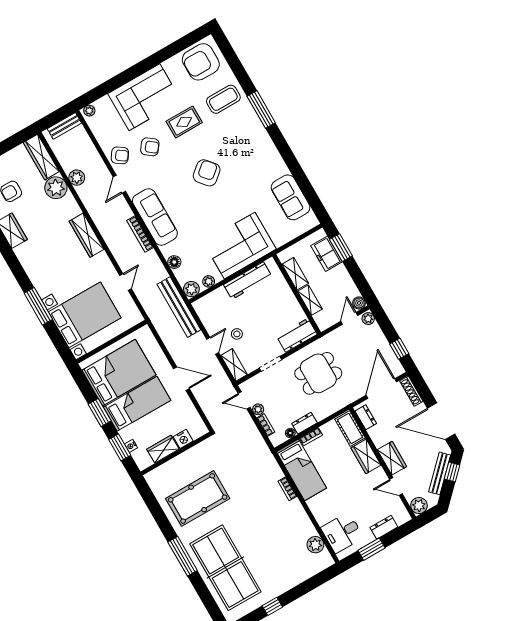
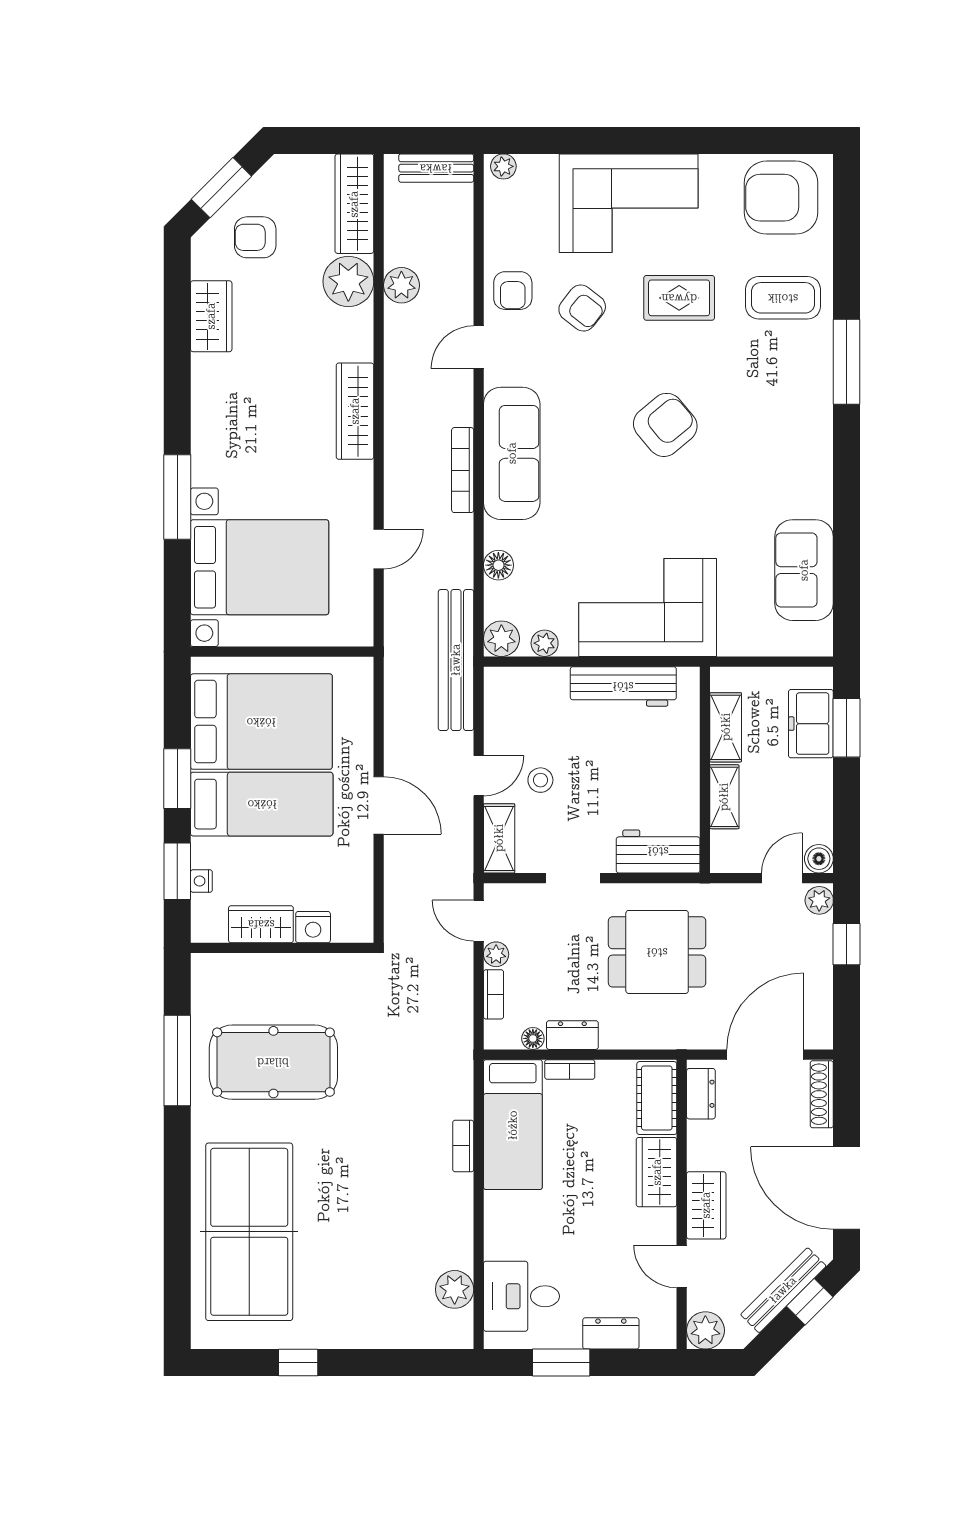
armchair: (120, 155) -> (513, 291), turned 54
window: (399, 349) -> (847, 944), moved
window: (183, 556) -> (177, 1061), moved

